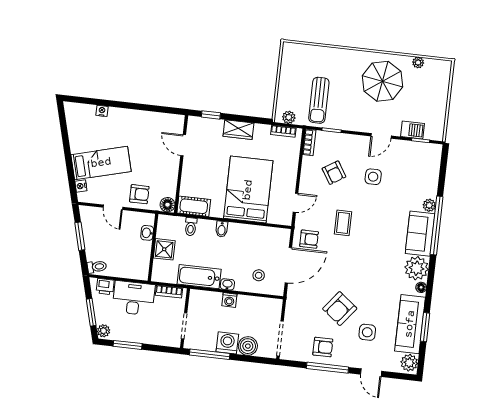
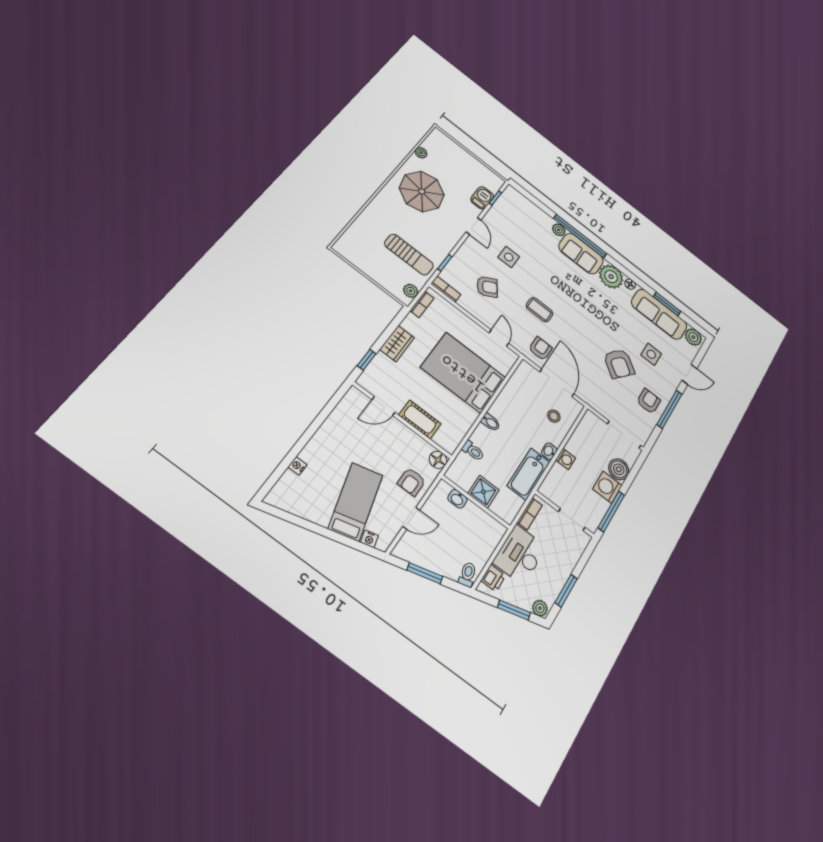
armchair: (139, 194) -> (412, 482), turned 180
cot: (194, 206) -> (420, 419), moved, turned 90

